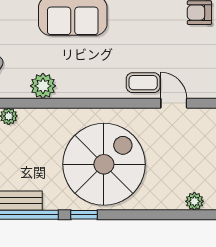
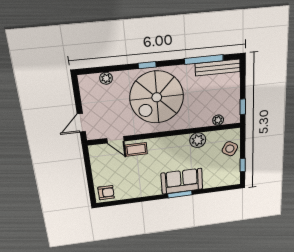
plant: (194, 201) -> (106, 78), moved
window: (84, 215) -> (147, 65), moved

